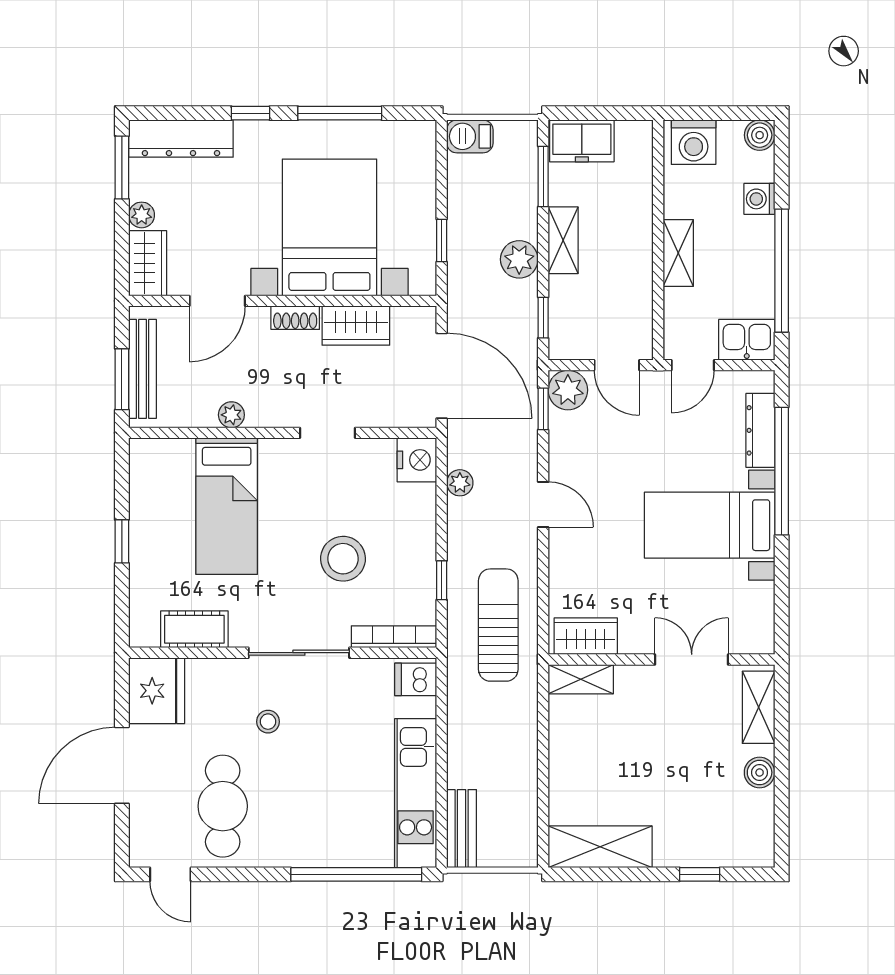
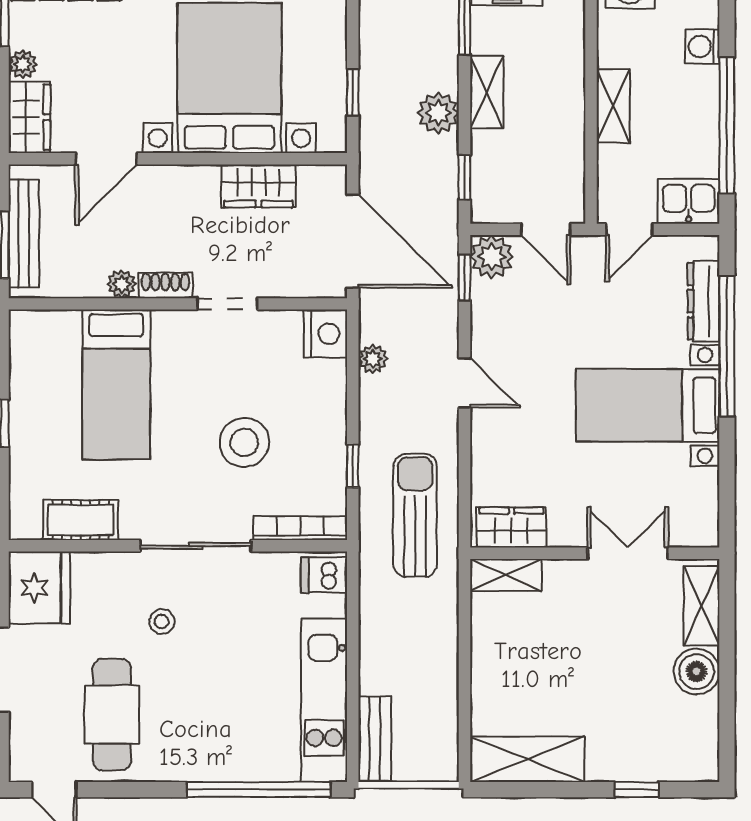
shoe rack: (295, 318) -> (165, 285), moved, turned 180
boiler: (760, 772) -> (696, 671), width x1.36, depth x1.36

